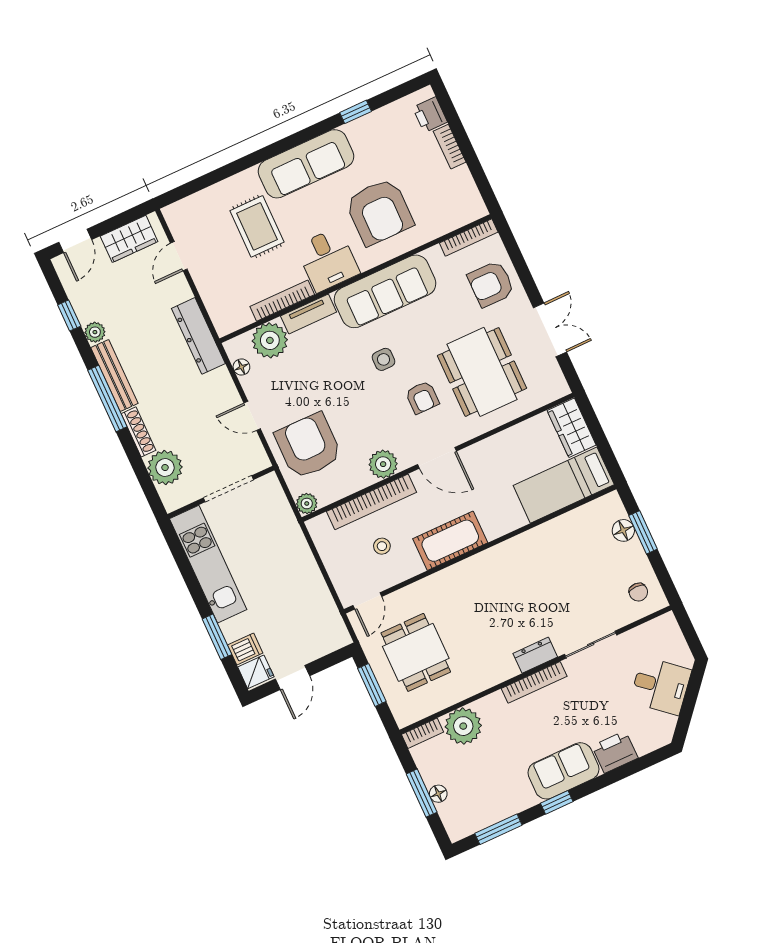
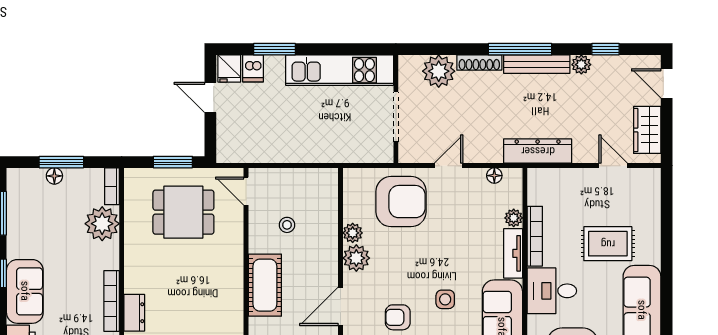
plant: (270, 340) -> (514, 218), width x0.53, depth x0.53
bookcase: (372, 502) -> (329, 233), removed
plant: (307, 504) -> (353, 233), moved

